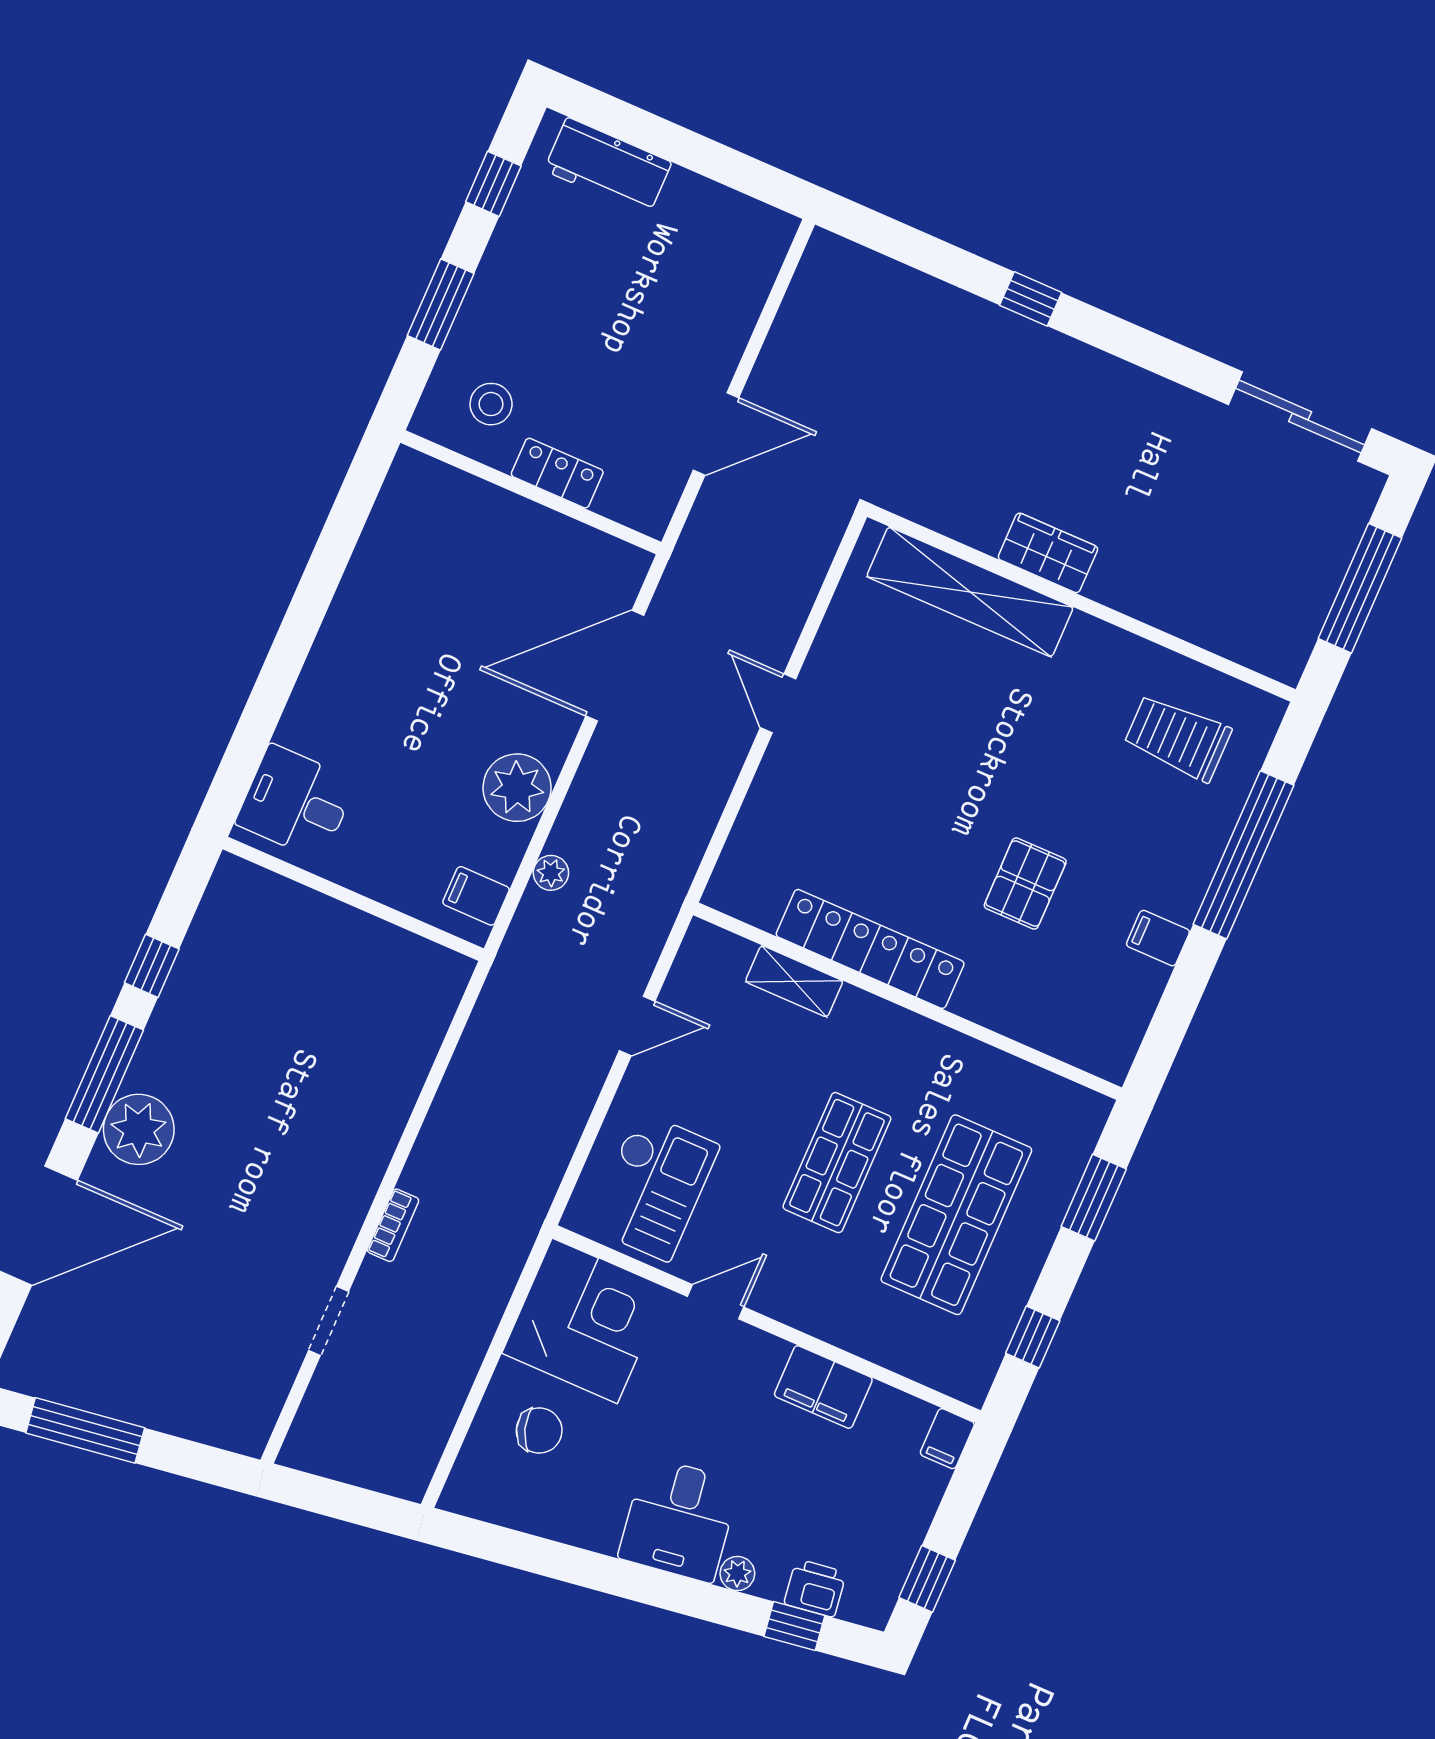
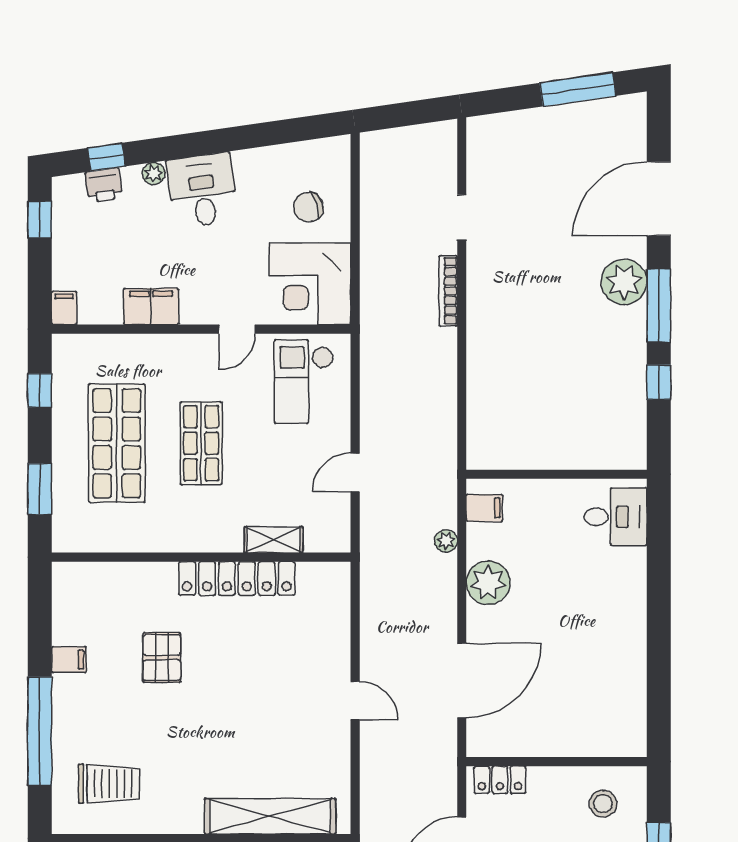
locker: (557, 473) -> (500, 780), moved
bookcase: (393, 1225) -> (448, 291), width x1.56

